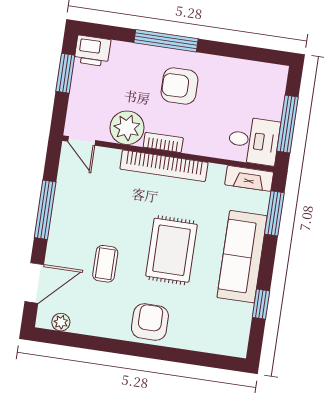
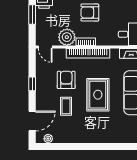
window: (45, 210) -> (32, 84), width x0.46
armchair: (150, 322) -> (66, 80), moved

